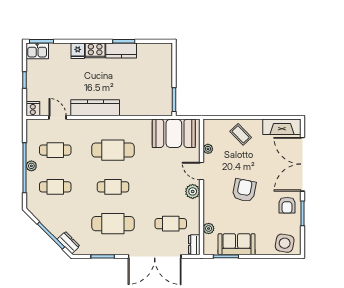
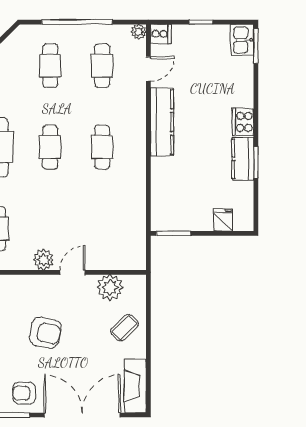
fridge: (78, 51) -> (223, 220), moved, turned 90
booth: (174, 133) -> (126, 233), removed
plant: (208, 149) -> (110, 287), width x1.88, depth x1.88
cafe table: (113, 150) -> (102, 147), width x0.73, depth x0.74
plant: (31, 166) -> (139, 32), moved

